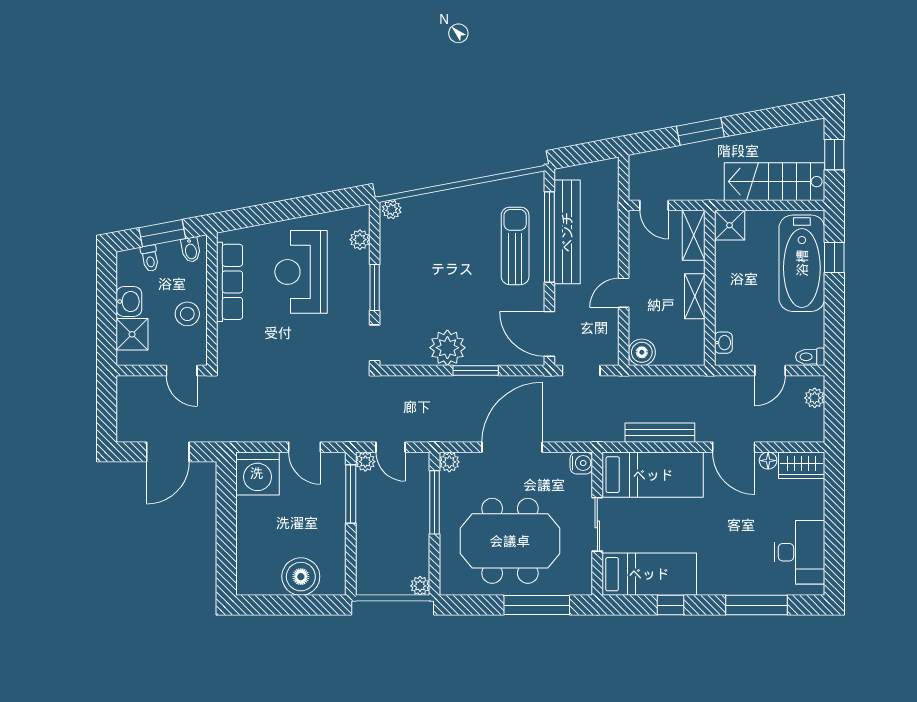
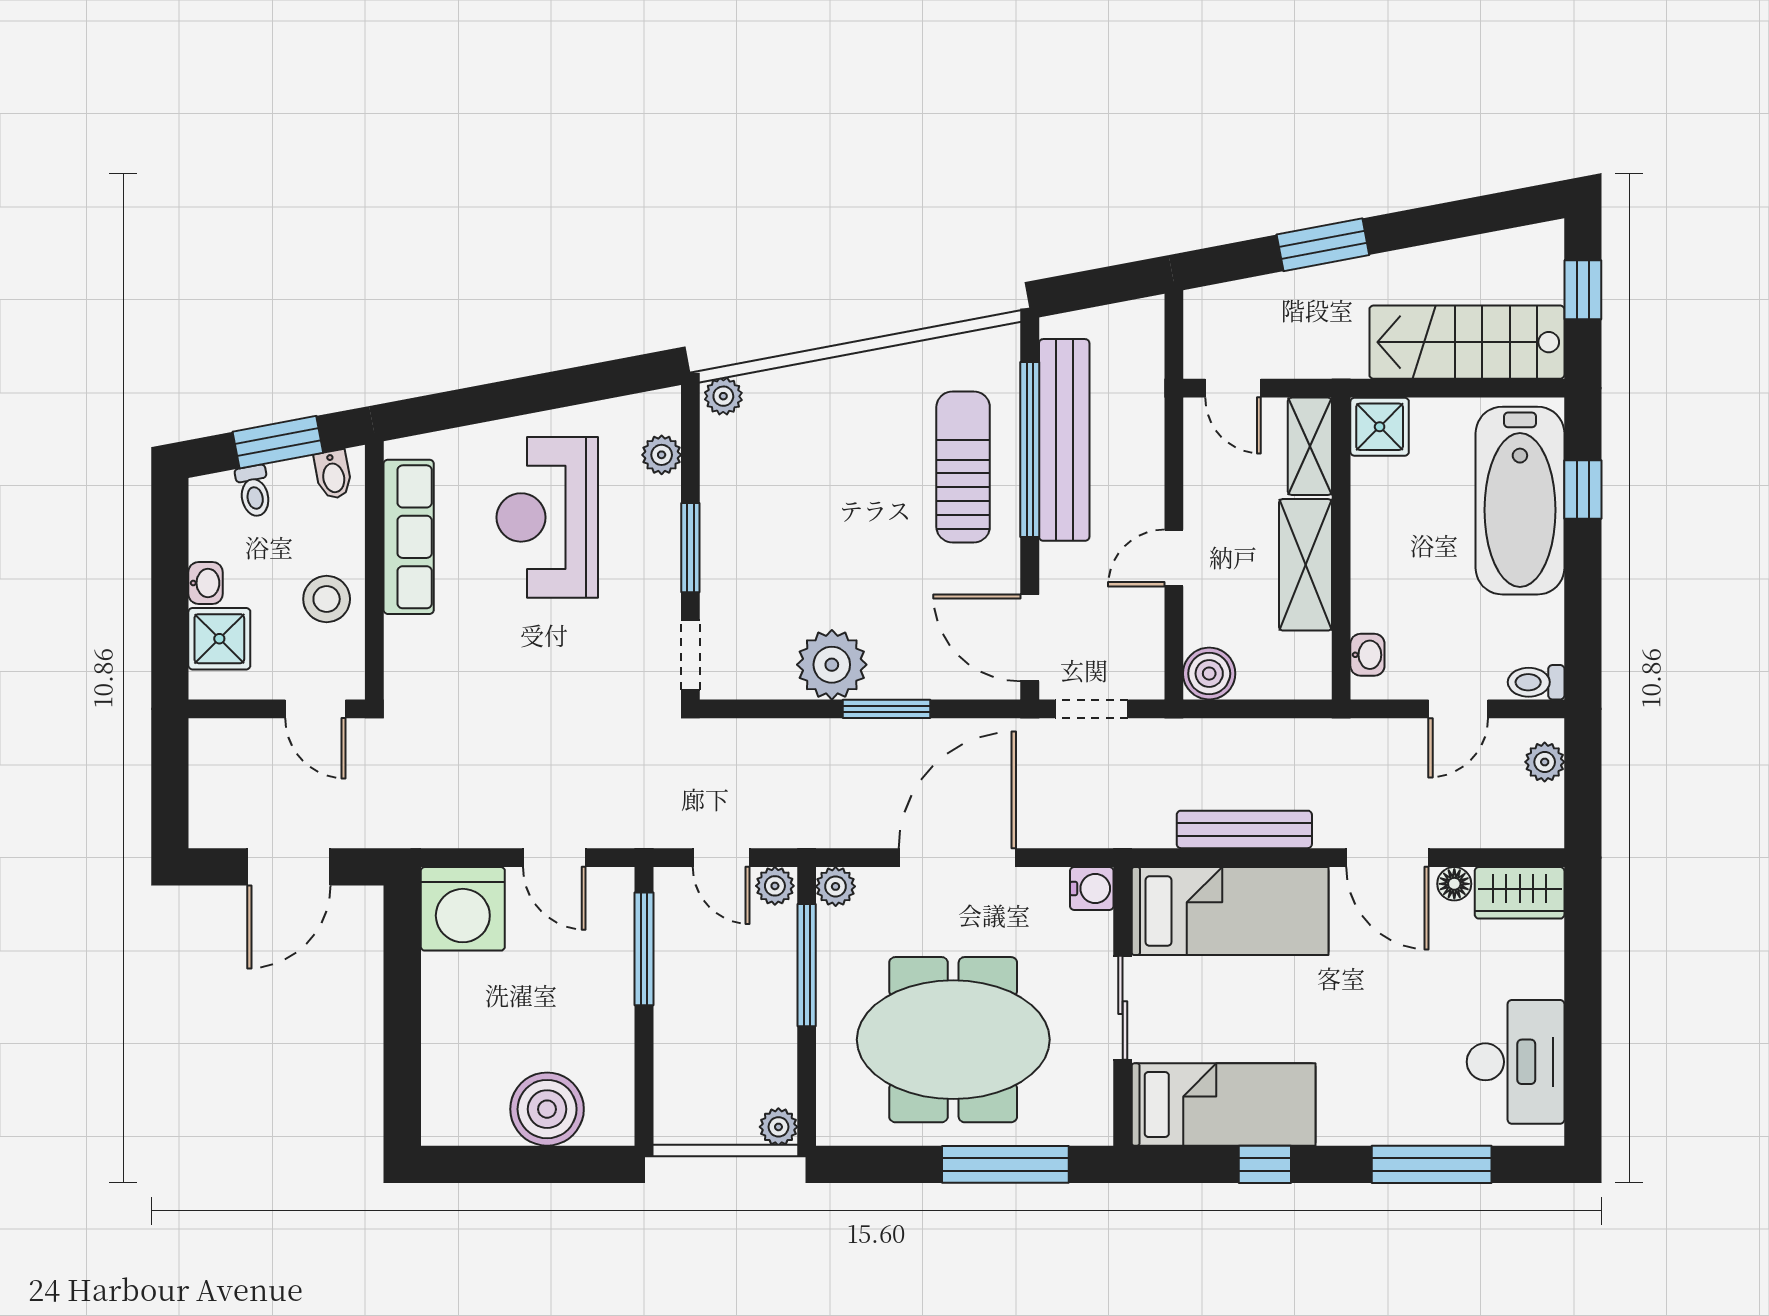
shelving: (695, 296) -> (1305, 565), width x1.50, depth x1.33
washbasin: (129, 301) -> (206, 583), width x0.72, depth x0.69
plant: (365, 462) -> (775, 886), moved

